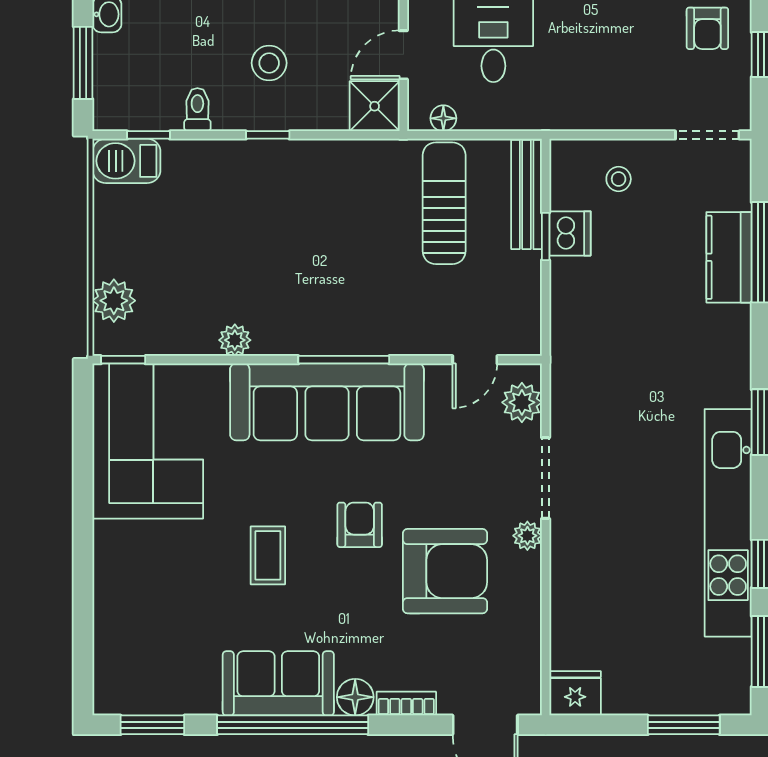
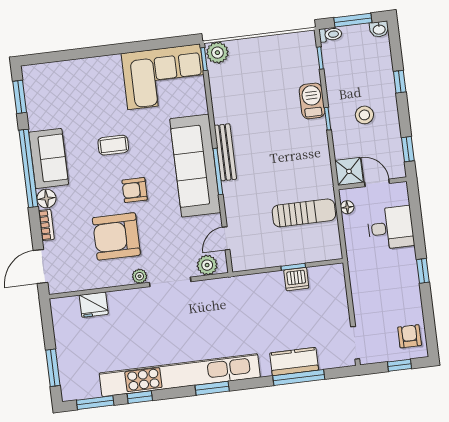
armchair: (707, 28) -> (410, 336), turned 90
toilet: (197, 110) -> (330, 34), moved
barbecue: (126, 161) -> (312, 101), moved
stool: (619, 179) -> (327, 300), removed
bench: (527, 194) -> (225, 152), moved, turned 90
plant: (114, 301) -> (217, 53), moved
plant: (235, 340) -> (221, 115), removed
door: (475, 360) -> (226, 238), hinge flipped
kitchen unit: (728, 523) -> (180, 375), width x1.36
armchair: (360, 525) -> (135, 190), turned 180
armchair: (445, 571) -> (116, 236), turned 90
fridge: (575, 693) -> (94, 305), moved, turned 90

